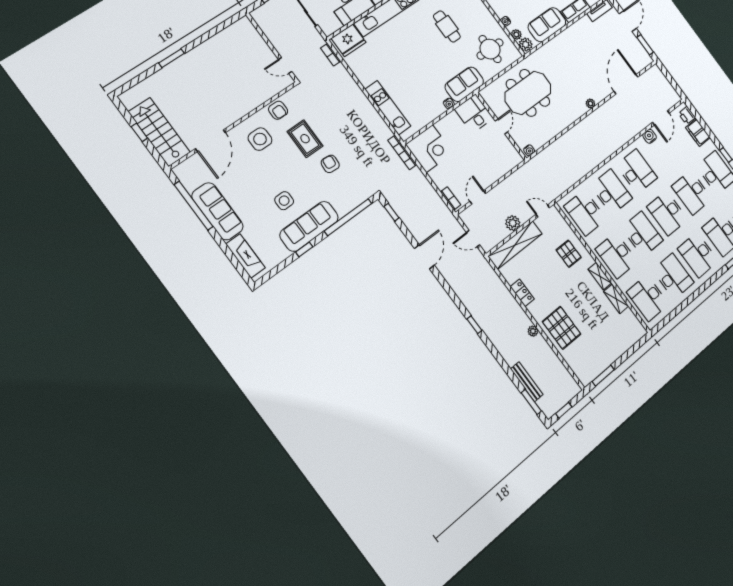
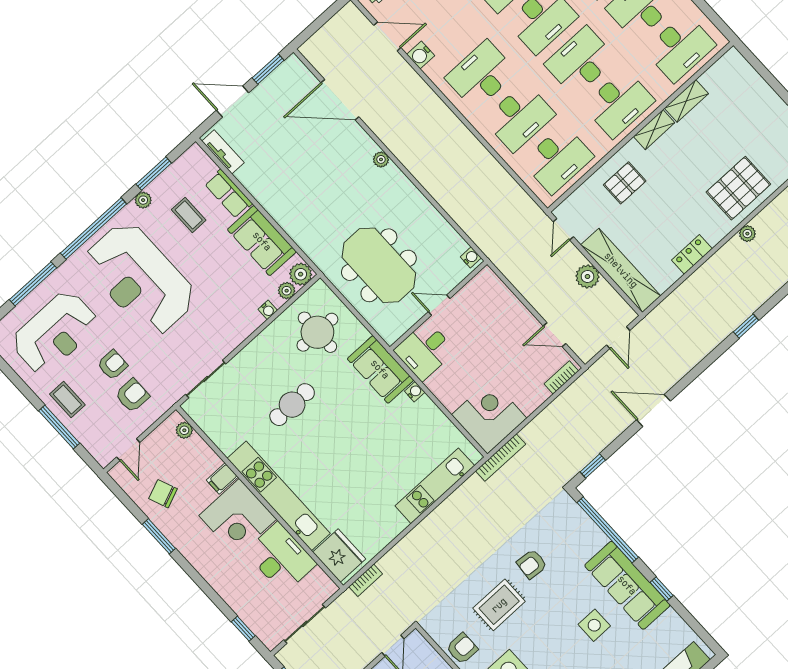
desk: (611, 192) -> (519, 117), turned 180

